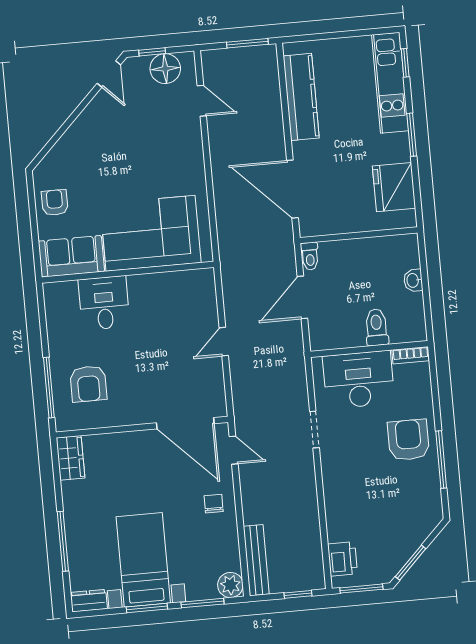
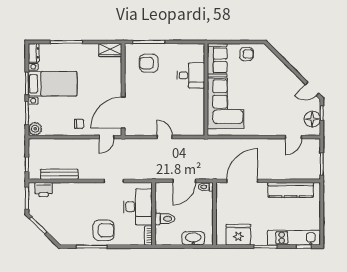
washbasin: (413, 280) -> (193, 238), width x1.91, depth x1.45
door: (302, 297) -> (184, 181), swing flipped
bench: (256, 560) -> (59, 174), moved

